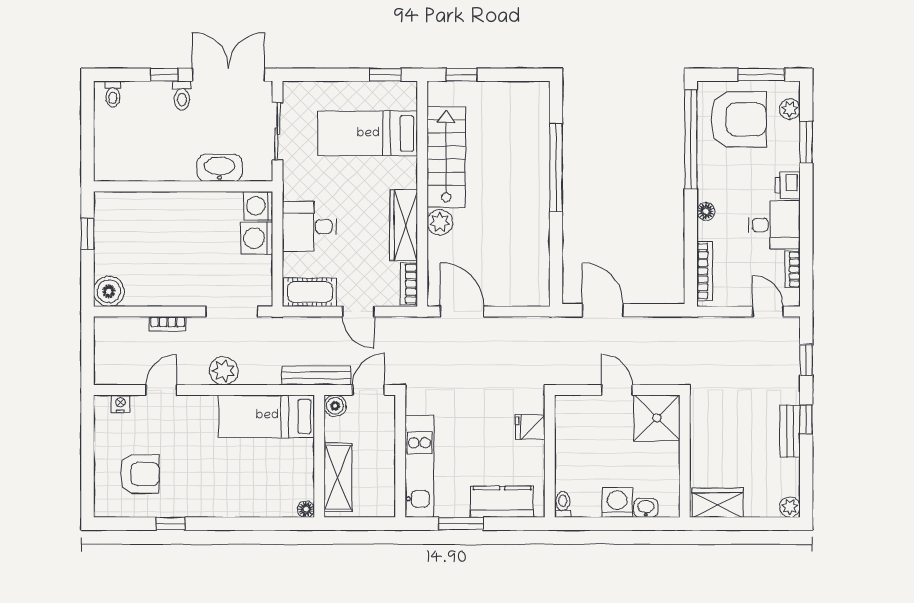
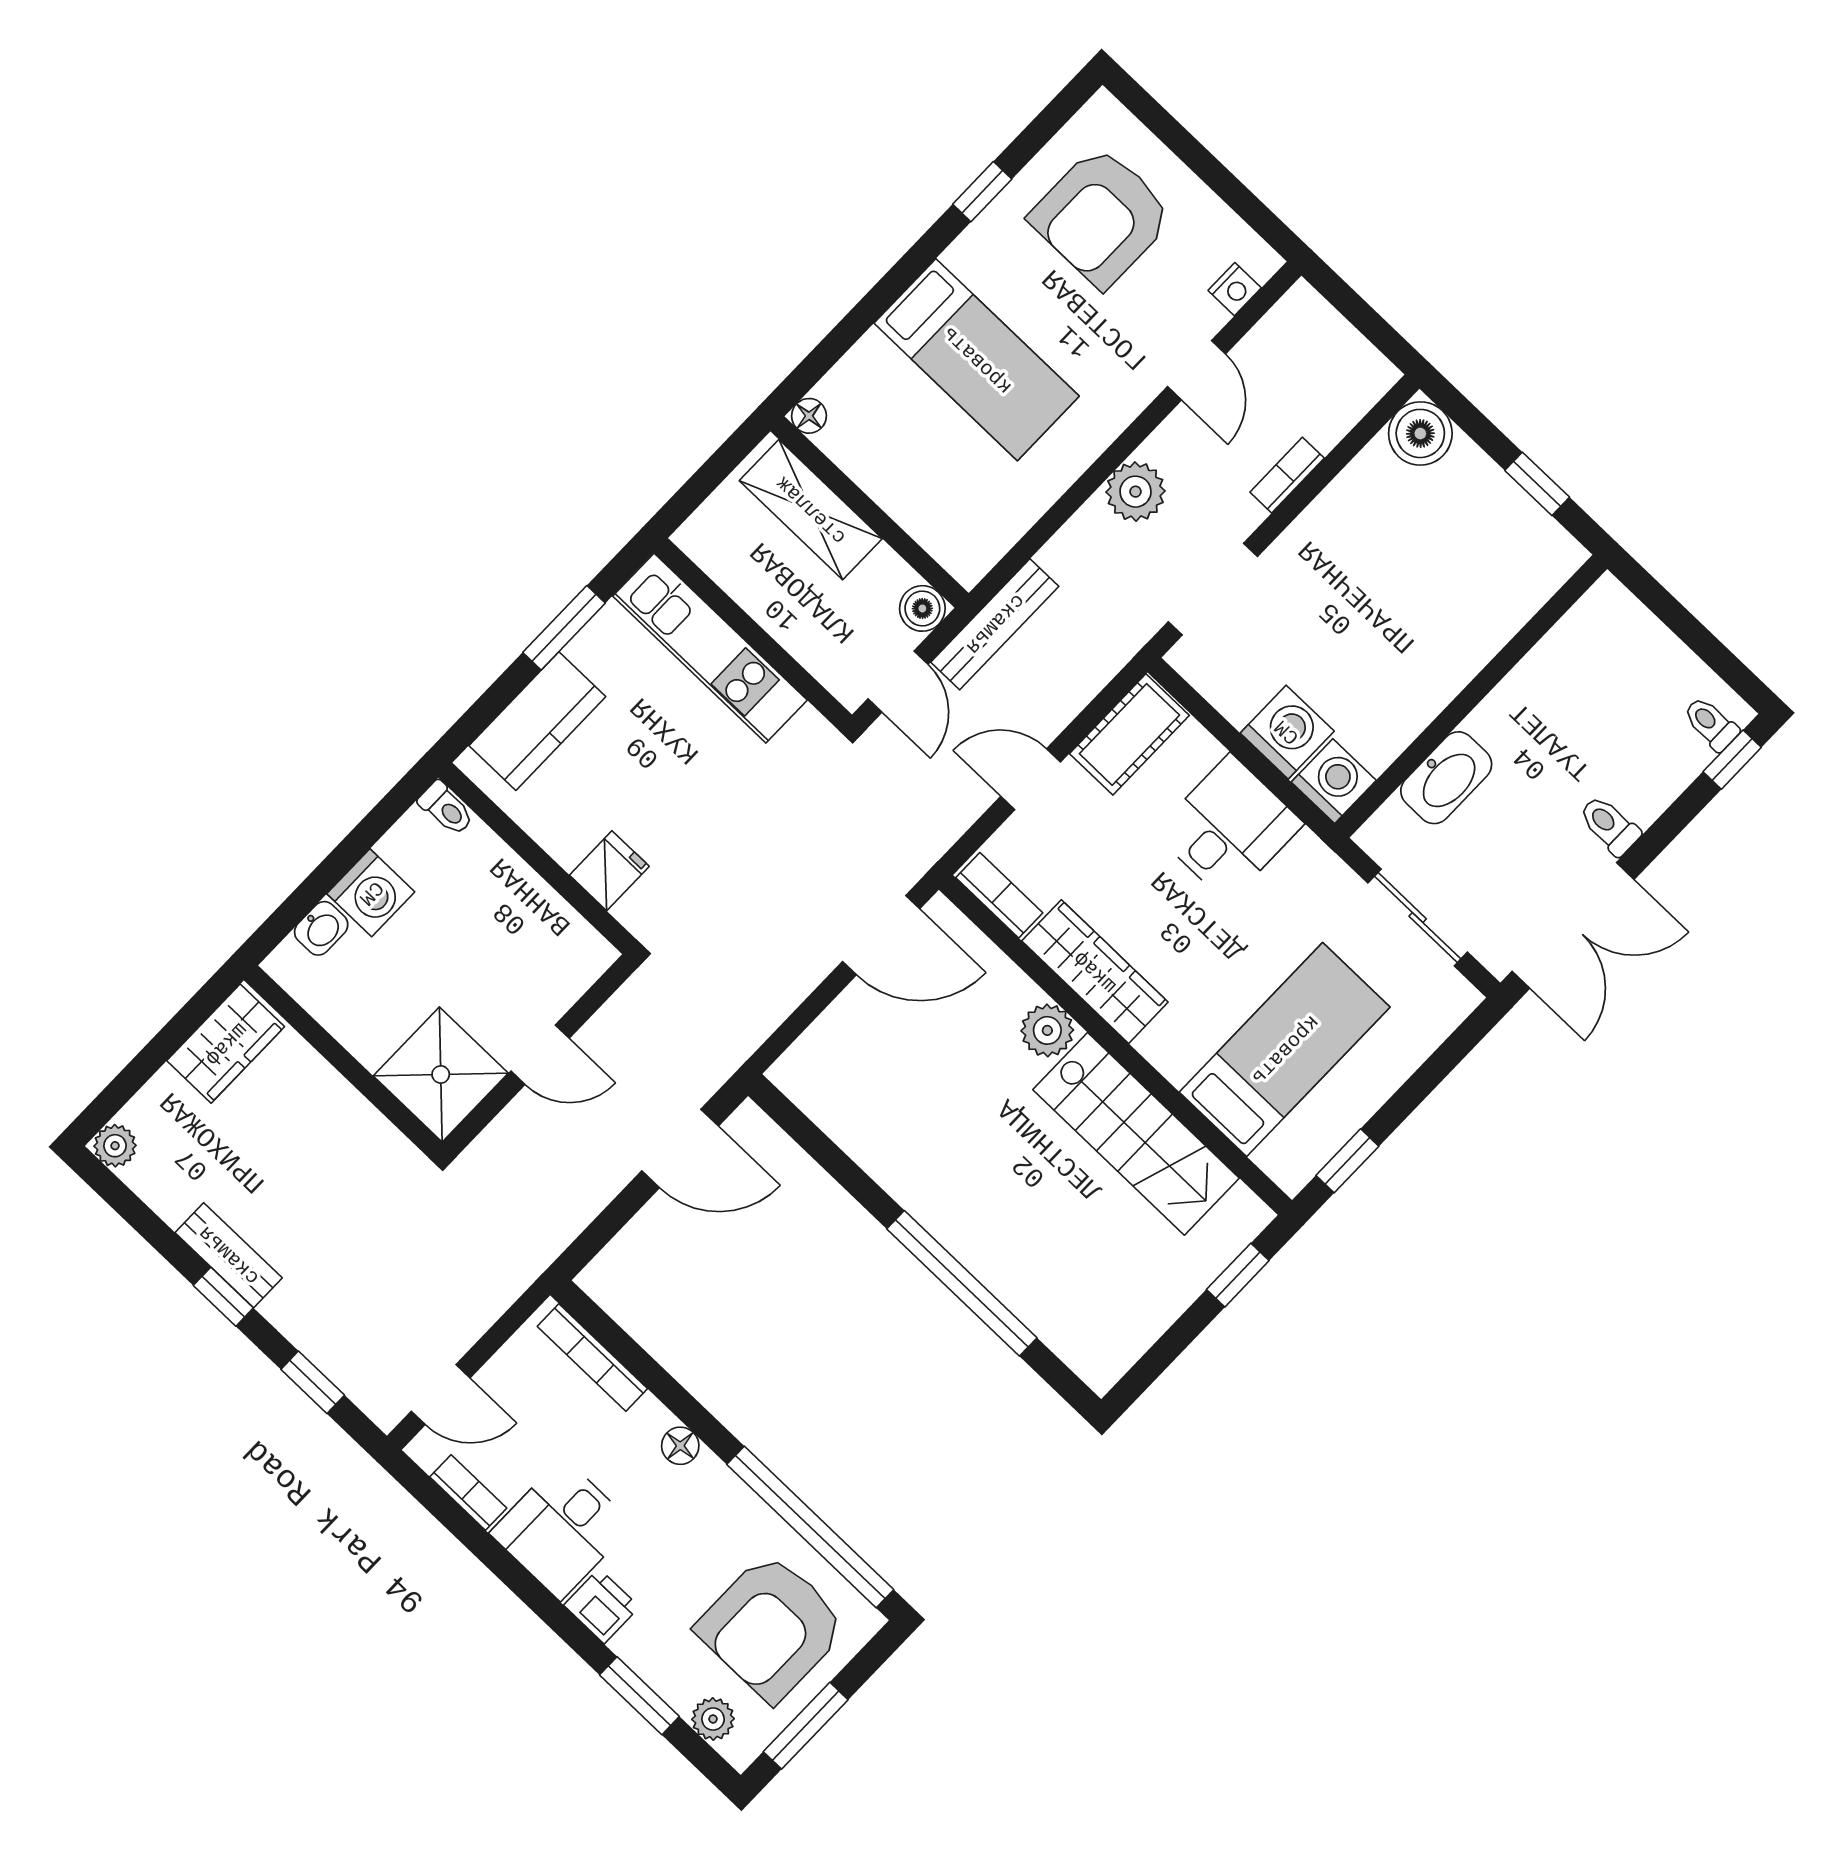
window: (164, 75) -> (1732, 760), moved
bed: (267, 416) -> (977, 360), moved, turned 90
armchair: (140, 474) -> (1102, 217), width x1.36, depth x1.36

